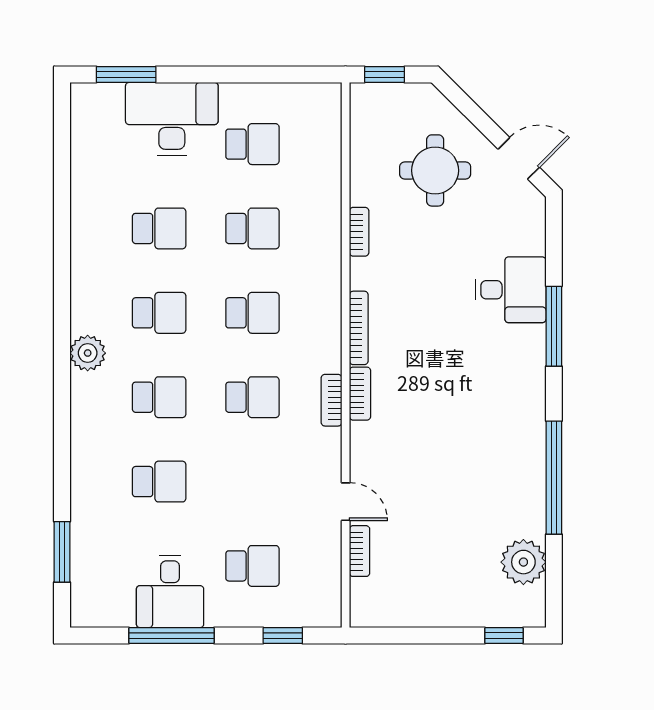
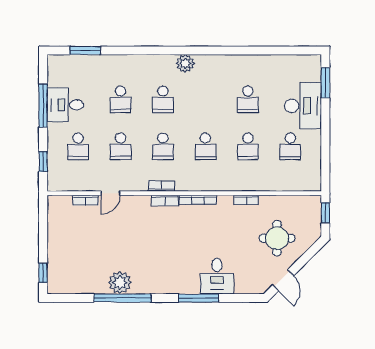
school desk: (159, 313) -> (121, 146), moved
plant: (523, 562) -> (120, 283), moved

